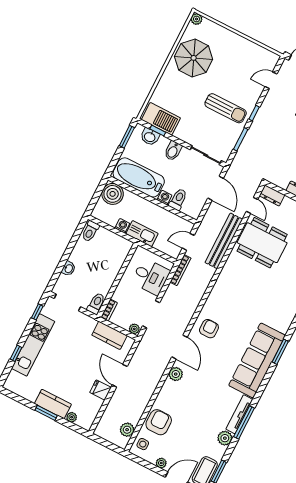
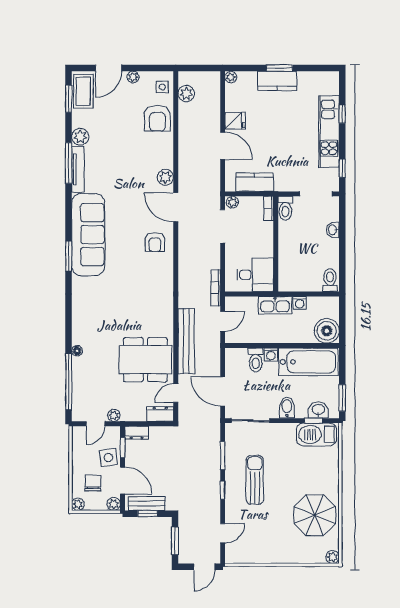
sun lounger: (226, 108) -> (255, 480), turned 90
door: (252, 205) -> (176, 393), hinge flipped
desk: (151, 277) -> (255, 275), moved, turned 180
plant: (72, 417) -> (231, 77), moved

